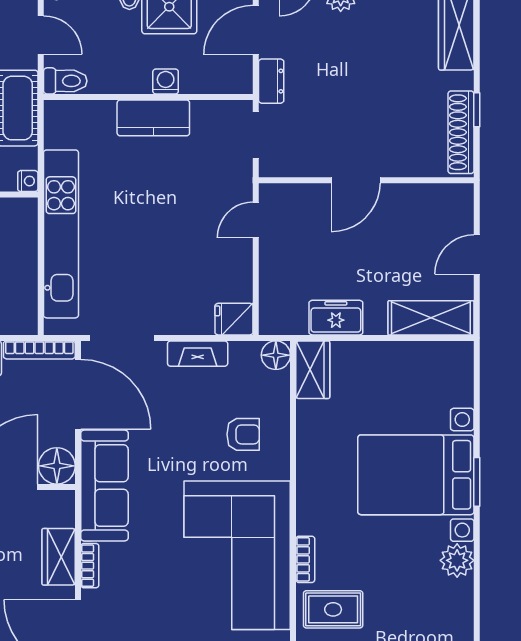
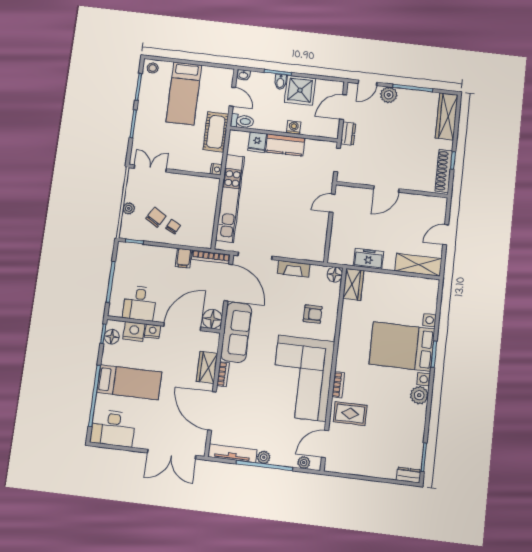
fridge: (234, 319) -> (257, 142), moved, turned -90

